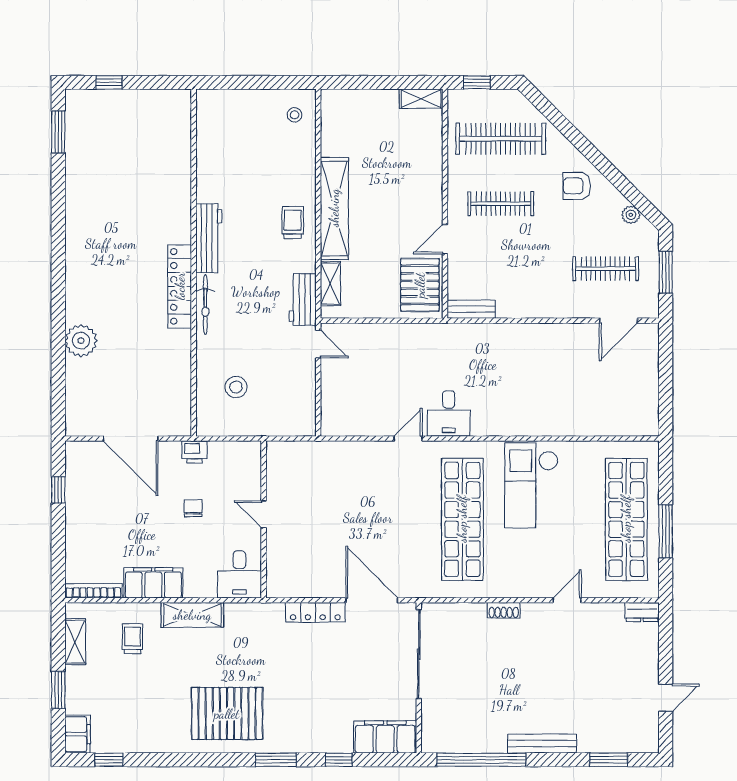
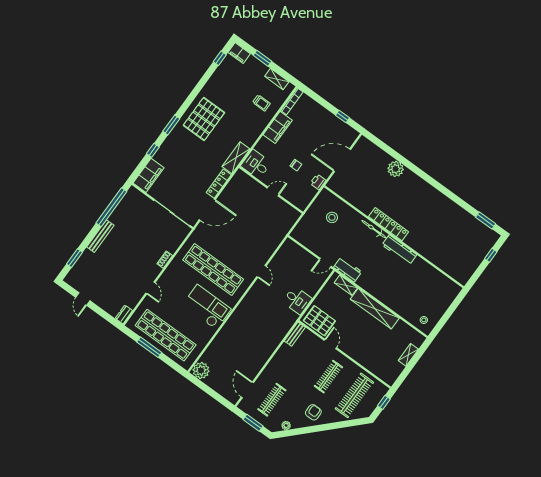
shelving: (421, 99) -> (408, 355), moved
trolley: (293, 222) -> (381, 288), removed
desk: (449, 414) -> (297, 300), moved, turned 180
plant: (642, 419) -> (201, 370), added
shelving: (192, 615) -> (236, 158), moved

